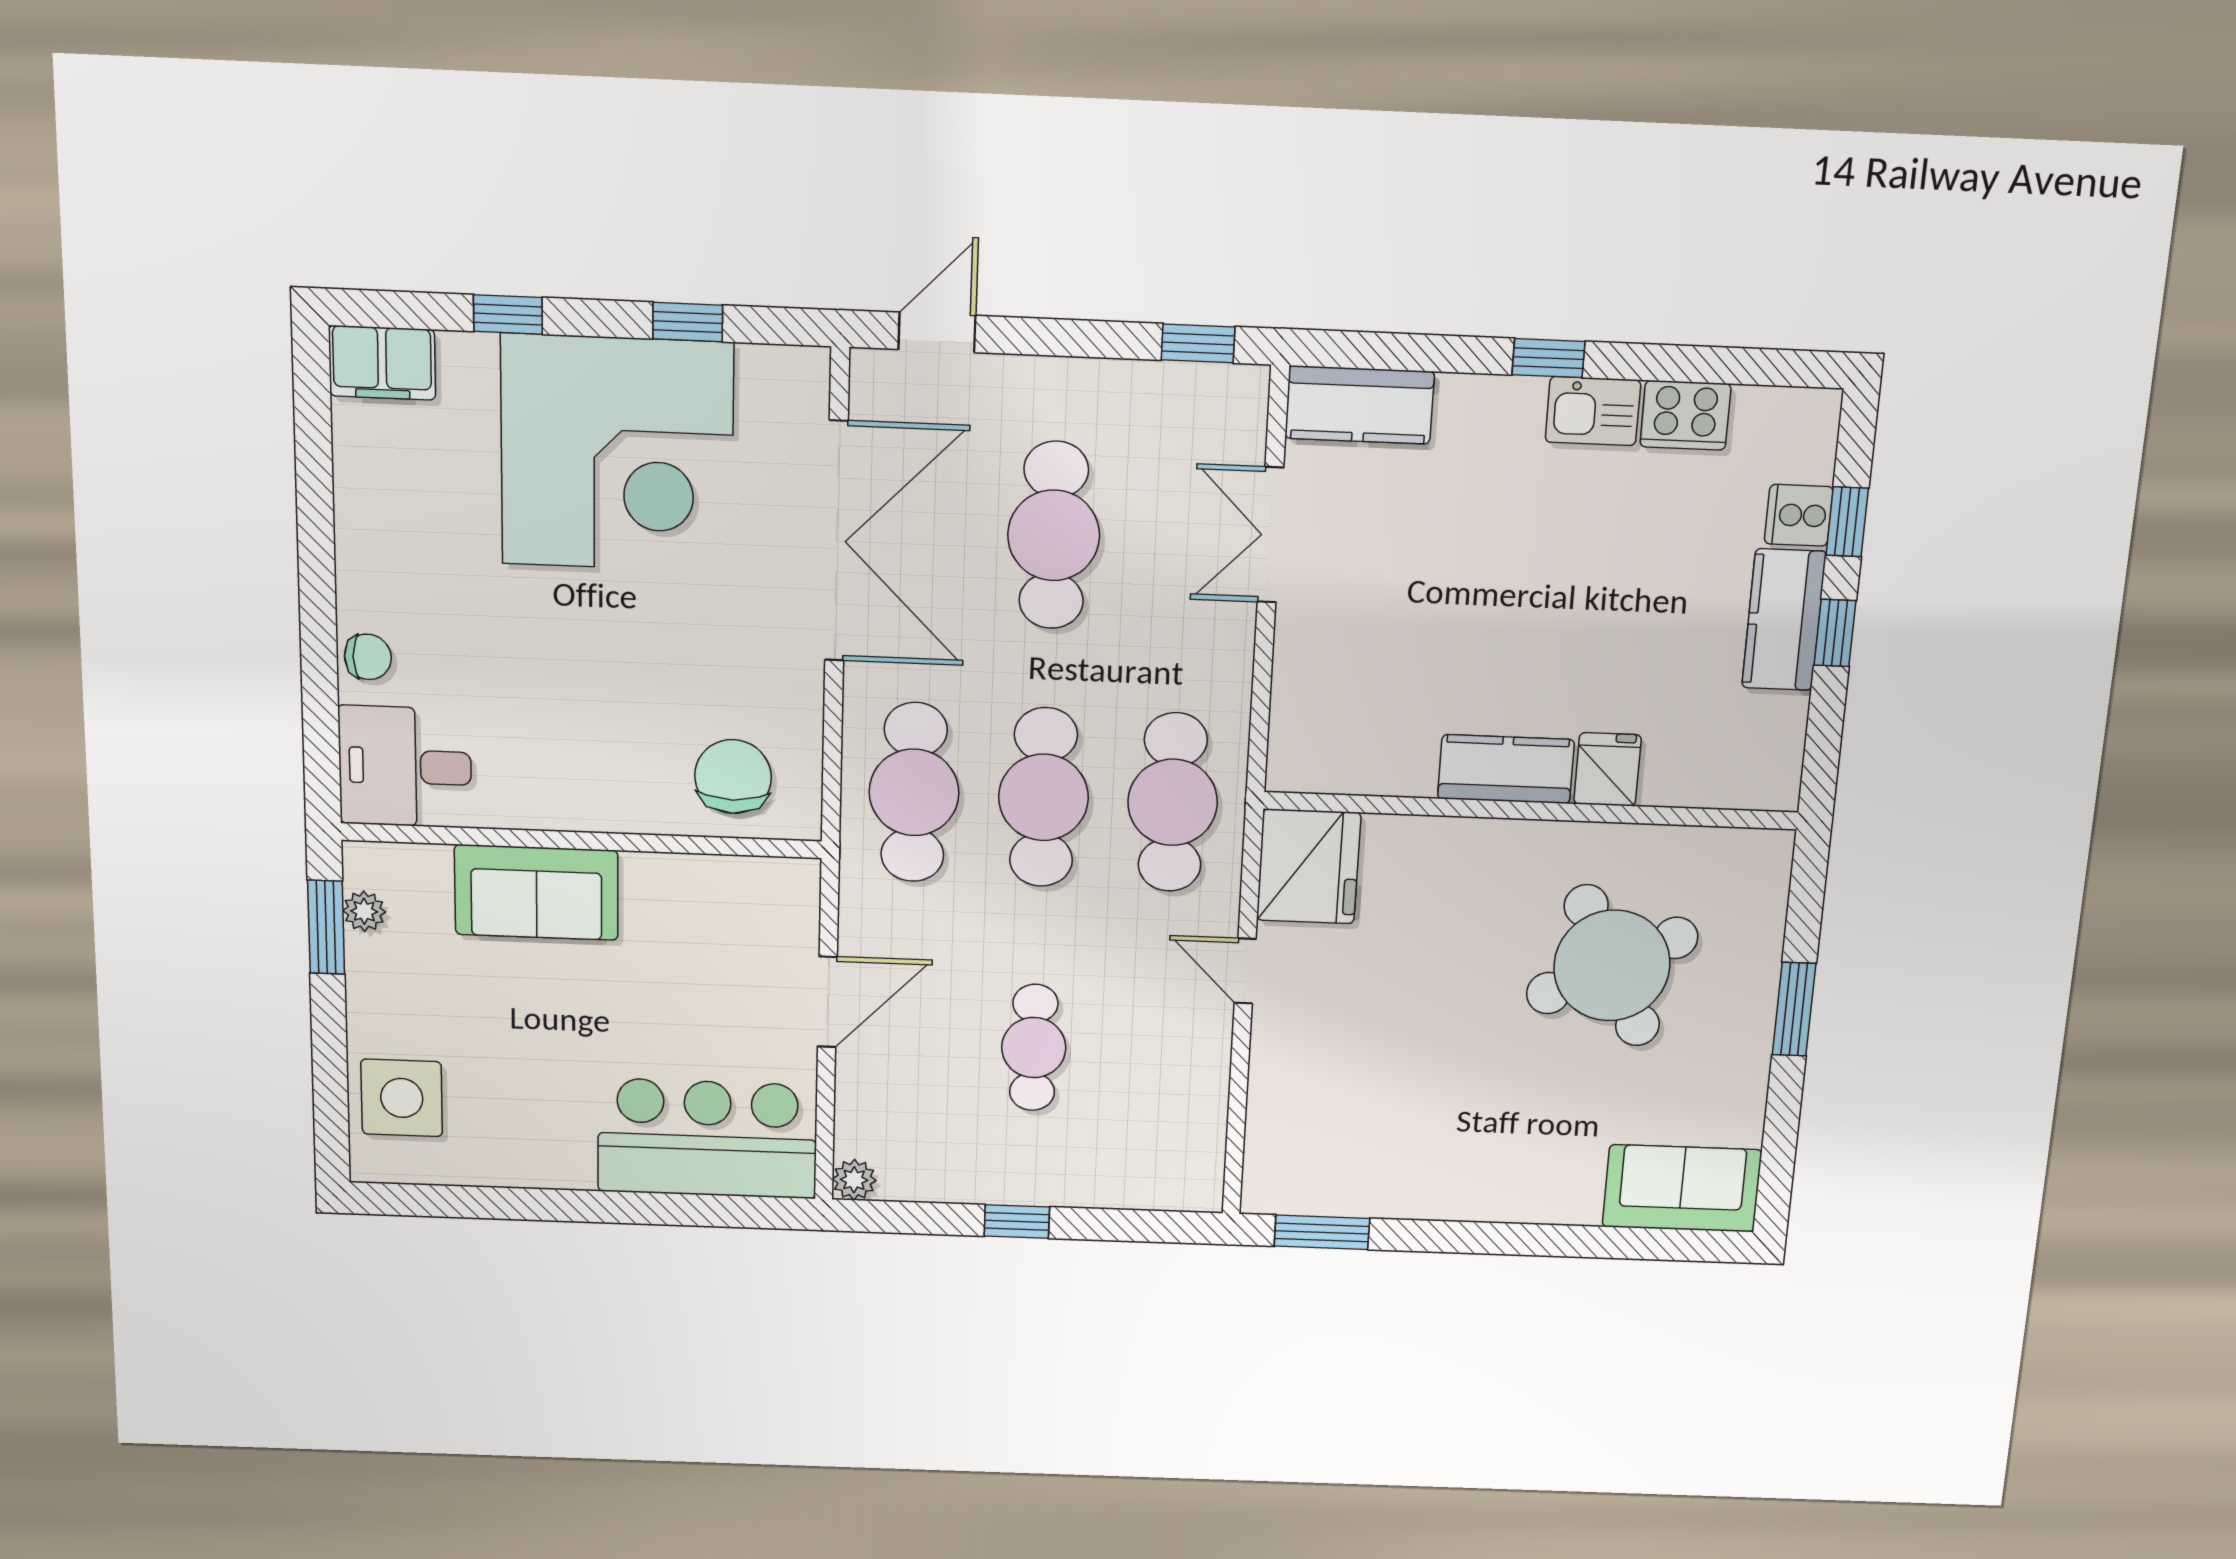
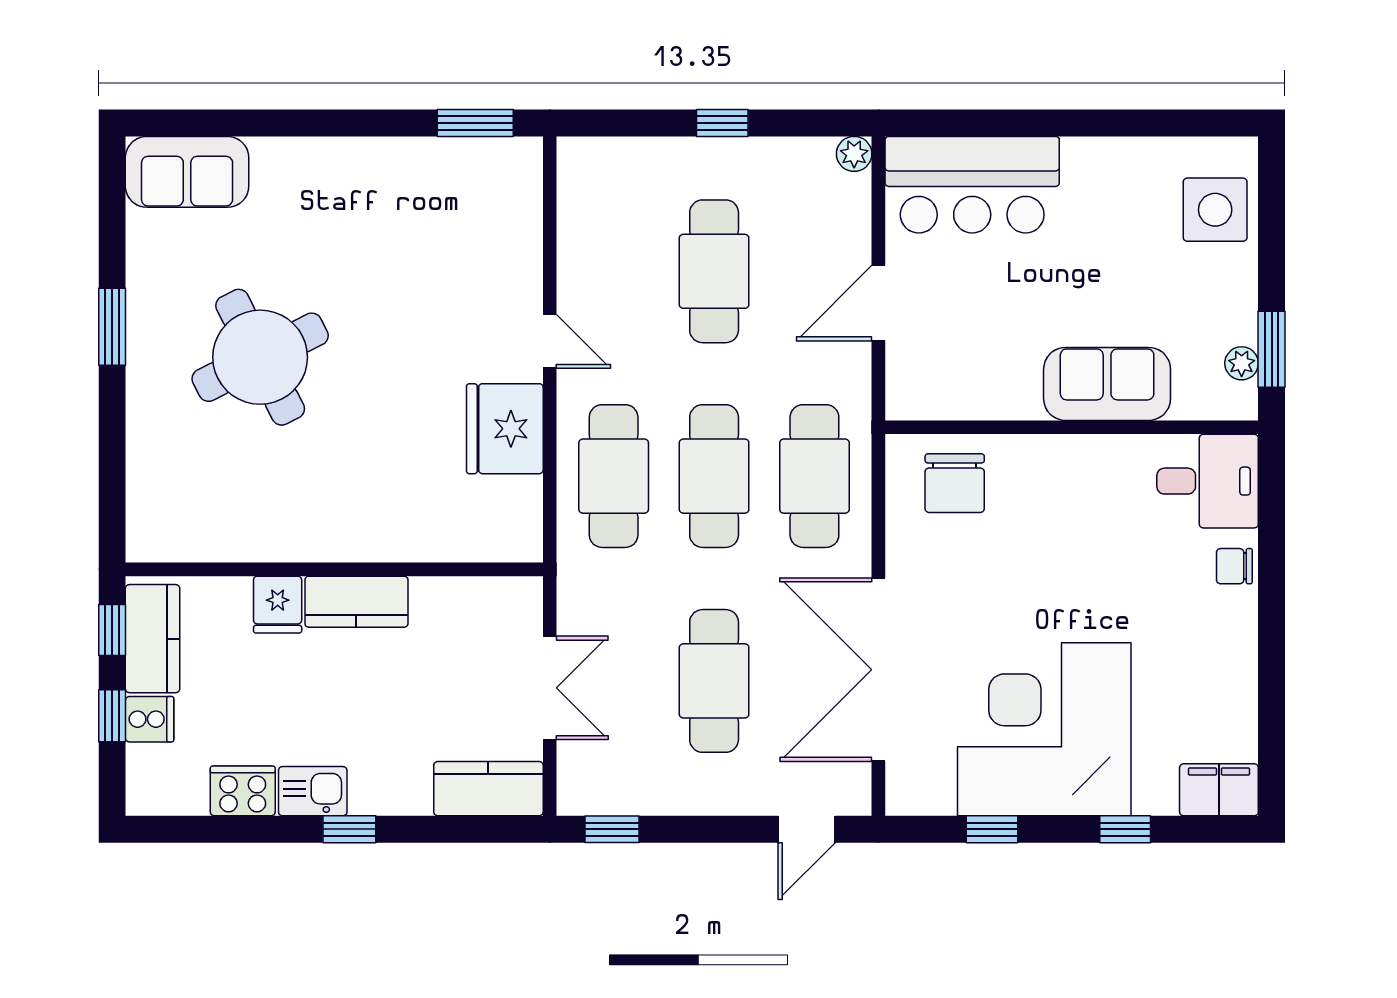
kitchen counter: (1506, 769) -> (356, 602), moved
fridge: (1608, 769) -> (278, 605), moved
wall: (1531, 811) -> (334, 569), moved
cafe table: (1034, 1048) -> (714, 271), width x1.37, depth x1.35

